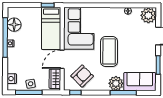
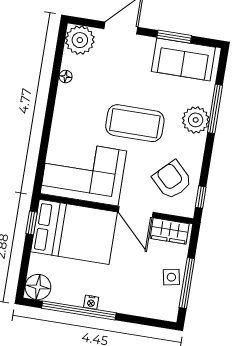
floor lamp: (14, 25) -> (38, 287), moved
bed: (51, 28) -> (74, 232), width x1.50
nightstand: (12, 79) -> (156, 310), removed
sofa: (140, 82) -> (183, 59), moved, turned -90

